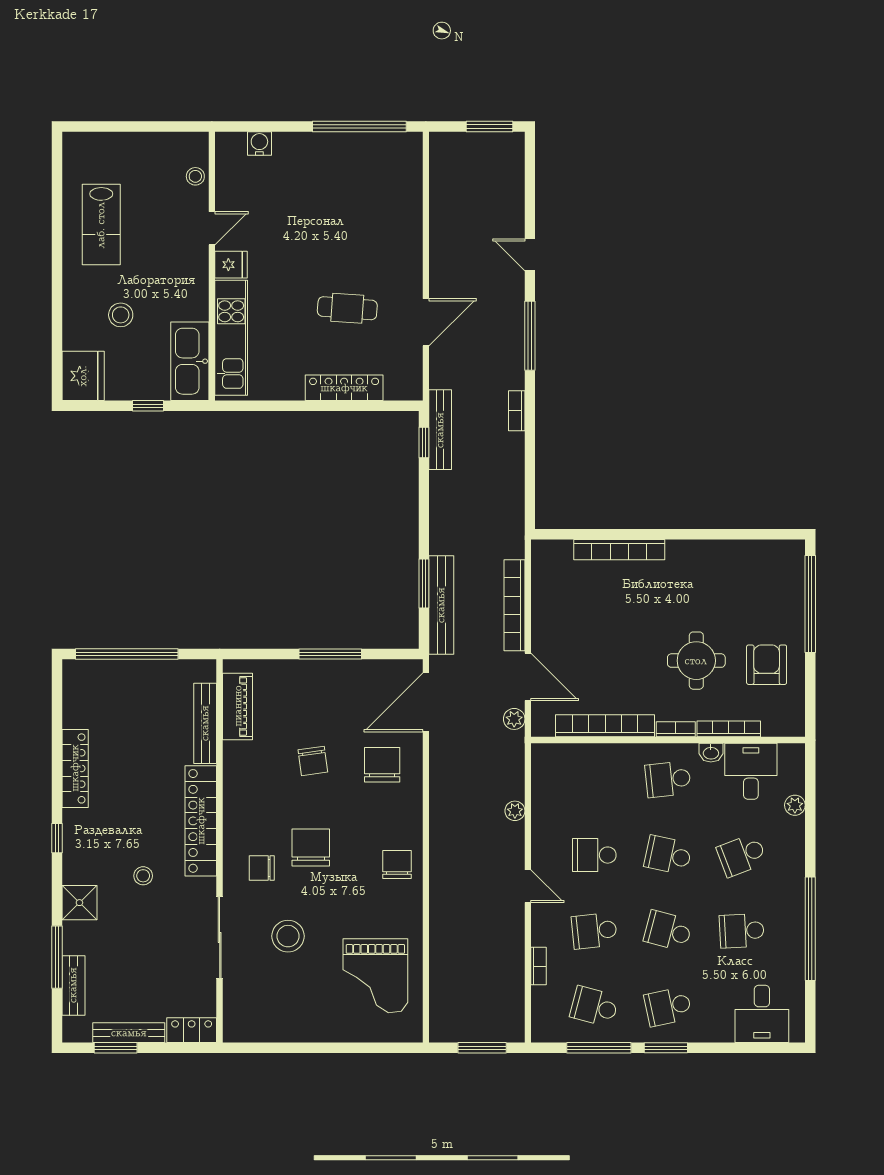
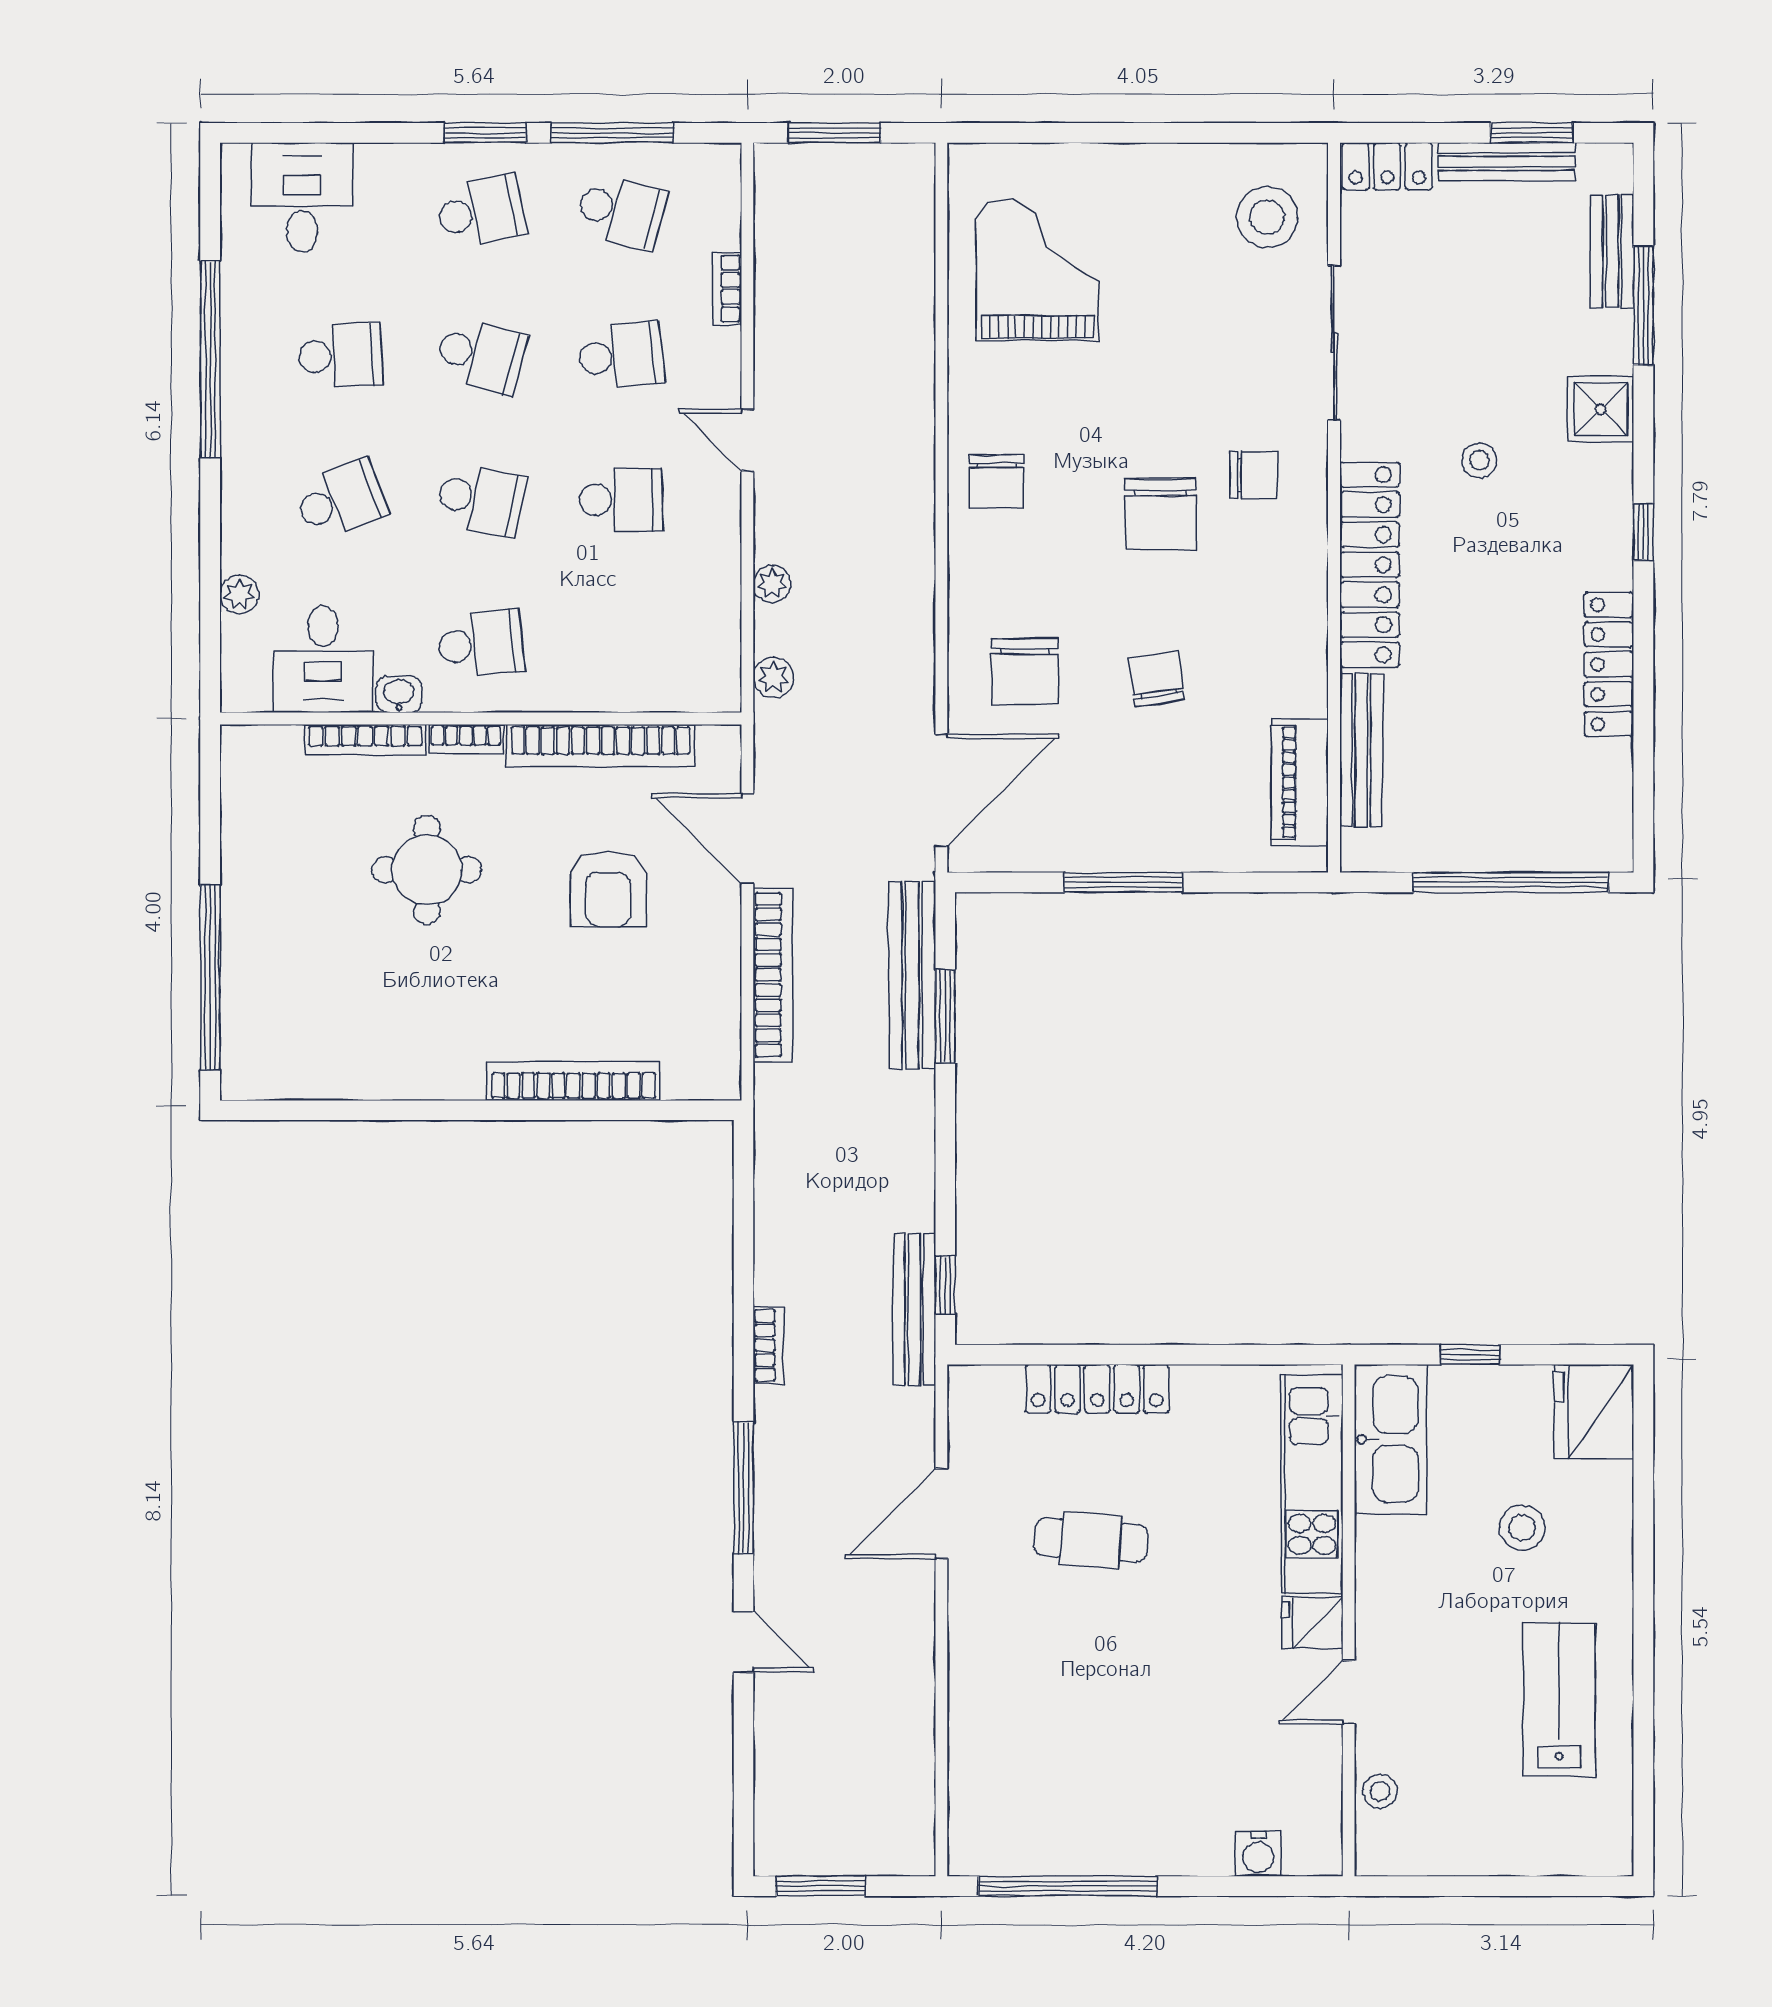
armchair: (767, 665) -> (608, 889), moved
plant: (514, 719) -> (773, 677), moved
stool: (288, 936) -> (1267, 217), moved

